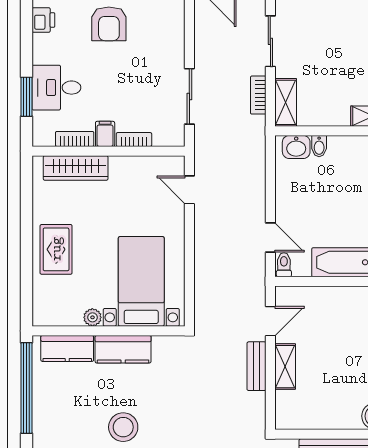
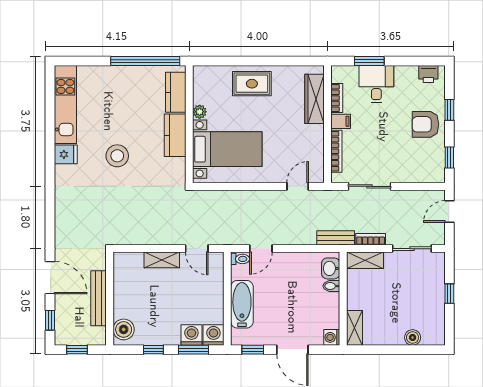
bookcase: (134, 139) -> (336, 151), width x1.56
bench: (257, 366) -> (336, 238), moved
stool: (123, 427) -> (117, 156), moved

